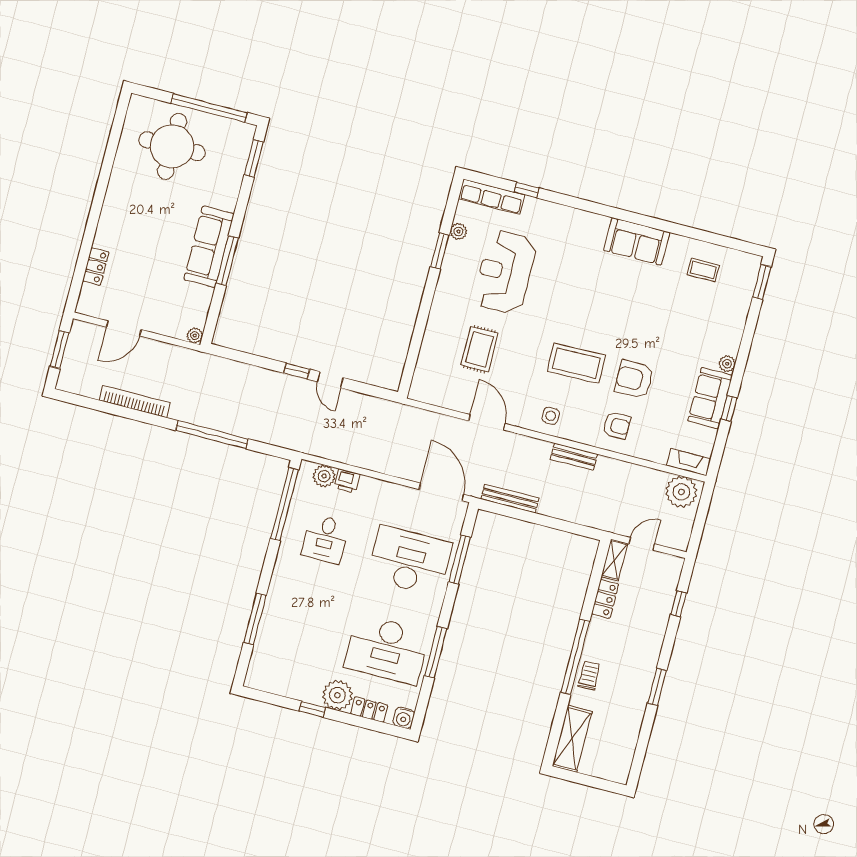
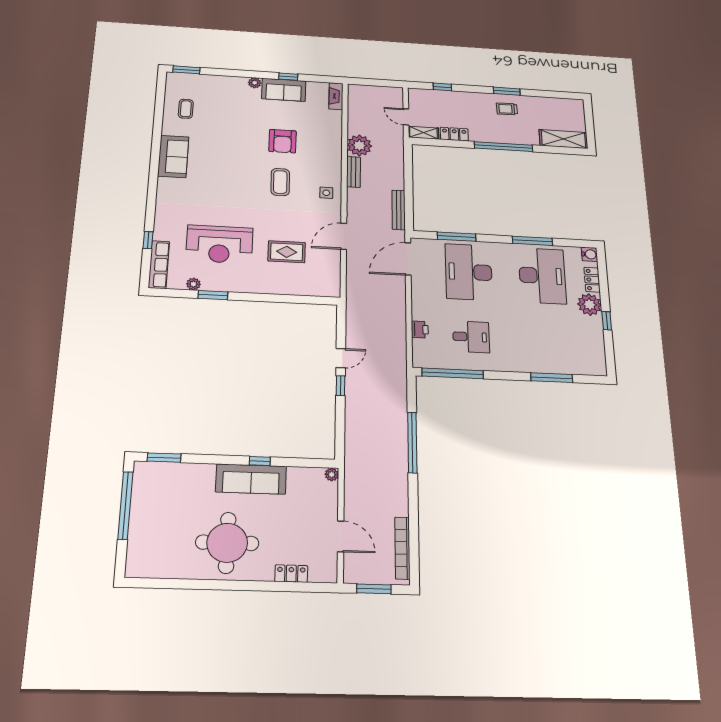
round table: (172, 146) -> (227, 543), moved
window: (227, 261) -> (260, 461), width x0.46
coffee table: (576, 363) -> (280, 182), width x0.73, depth x0.76
bookcase: (135, 401) -> (402, 548), moved
armchair: (617, 426) -> (321, 147), removed
plant: (324, 476) -> (421, 348), removed
plant: (681, 492) -> (359, 145), moved
trolley: (589, 676) -> (507, 109), moved

